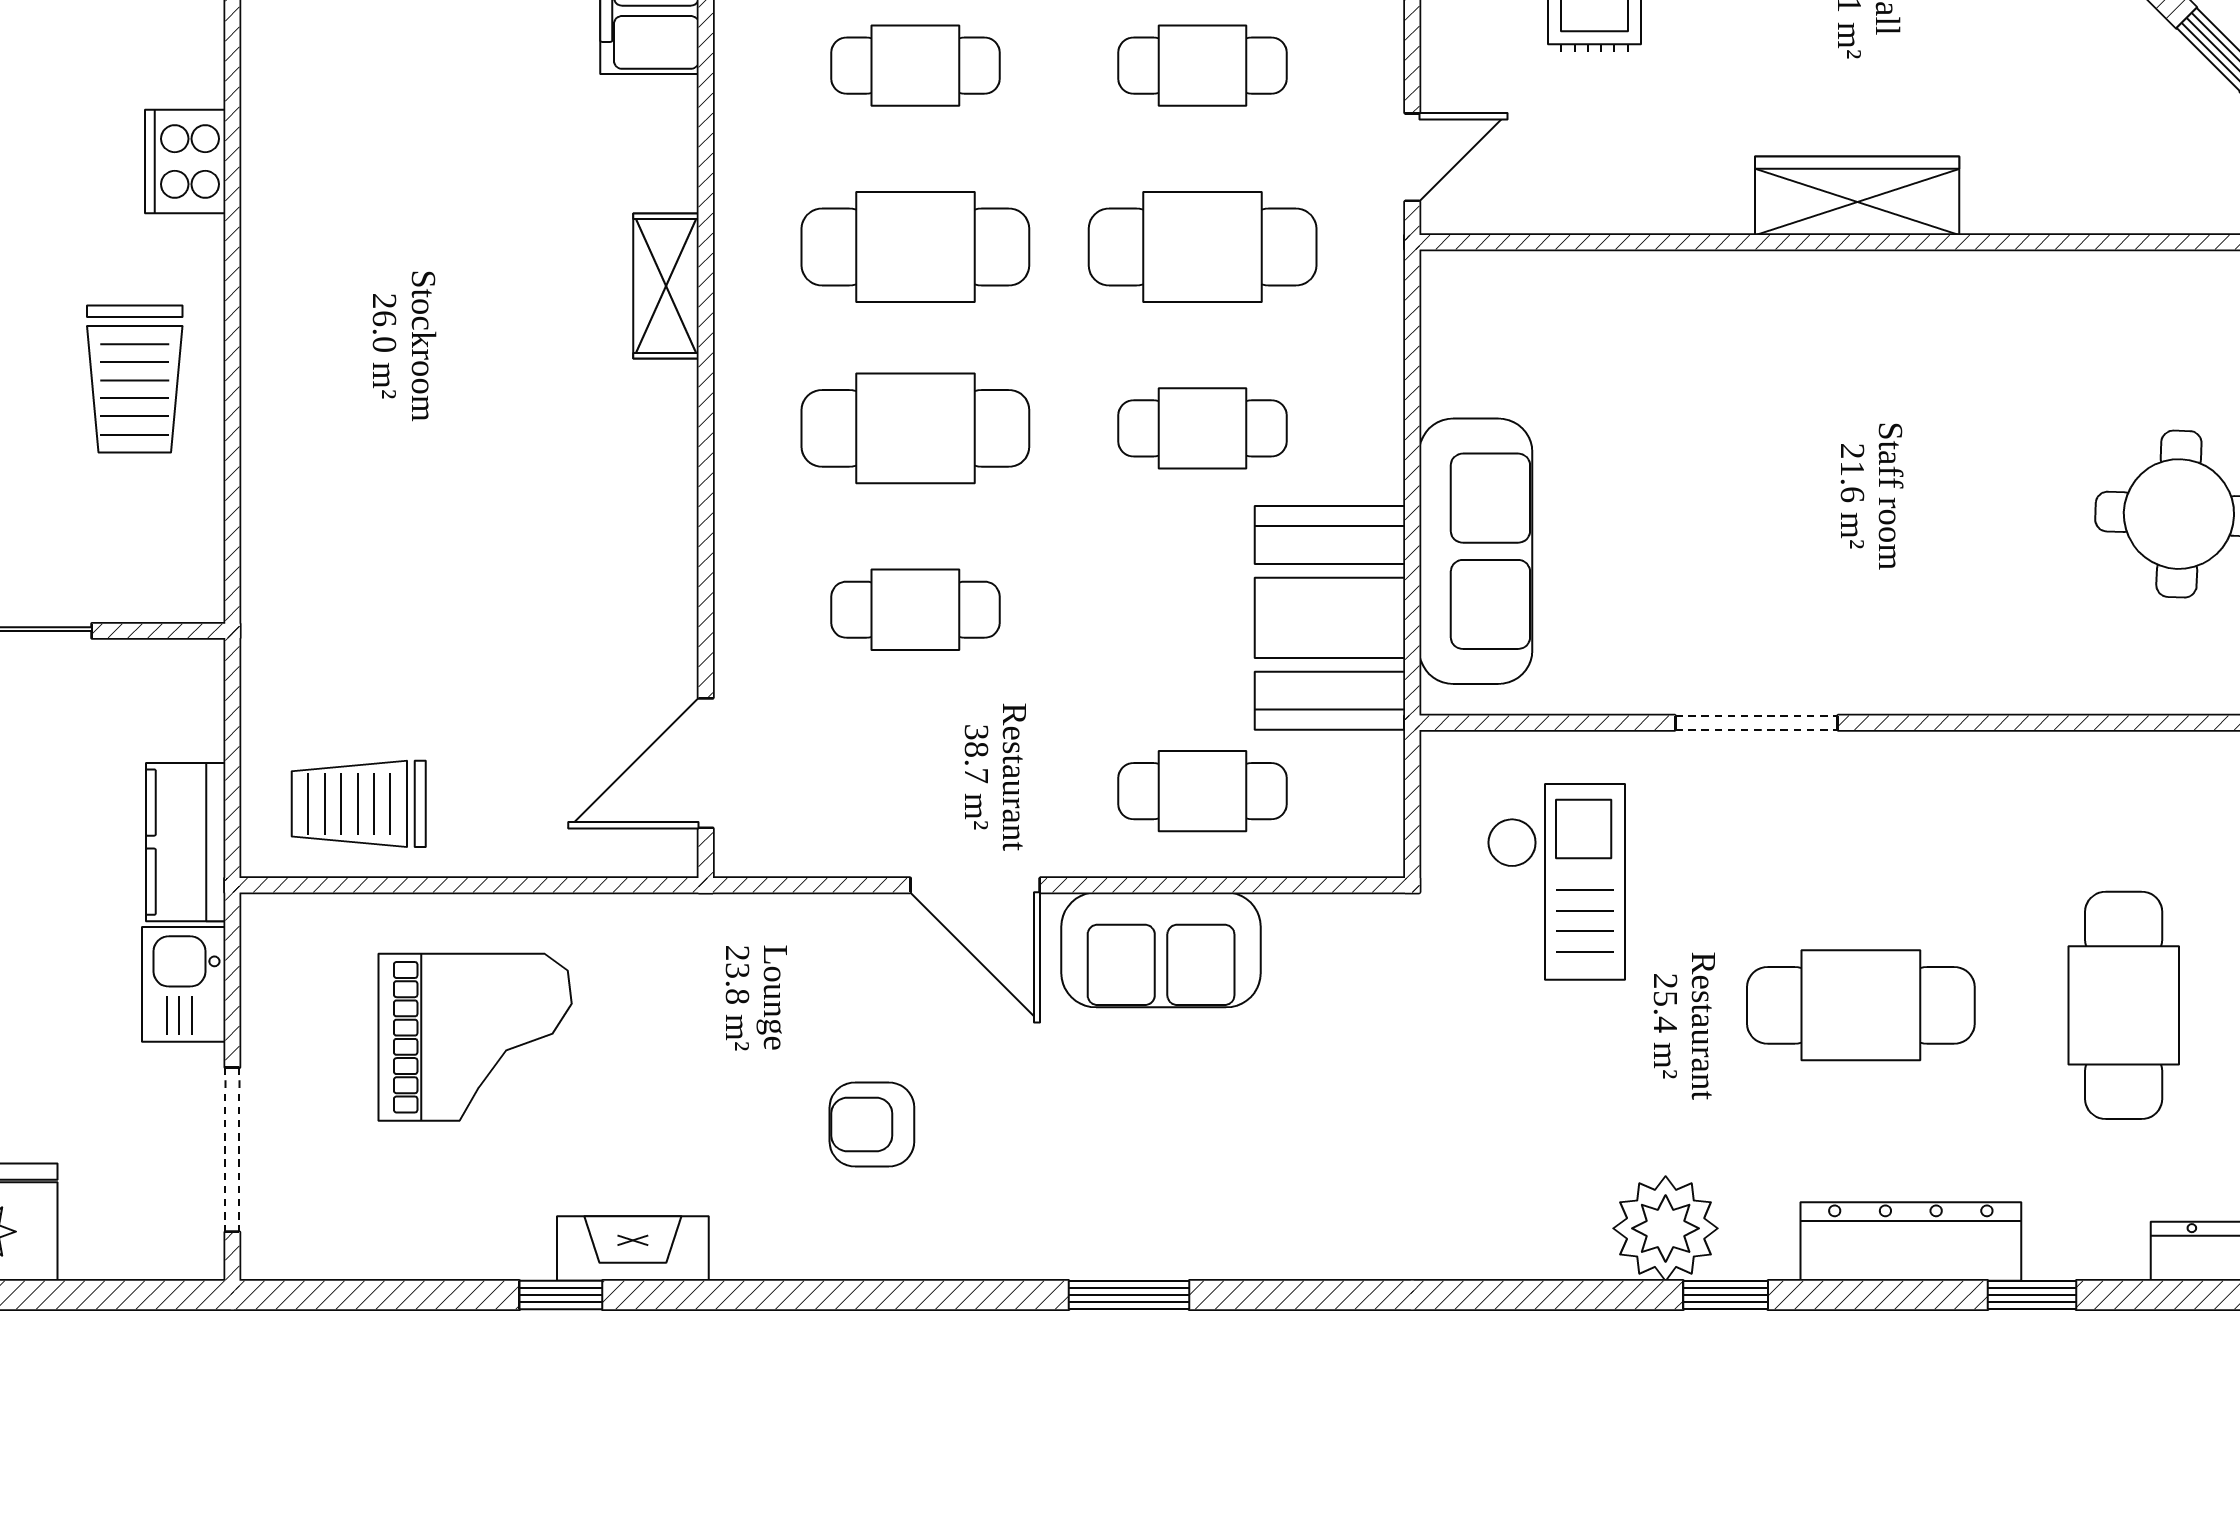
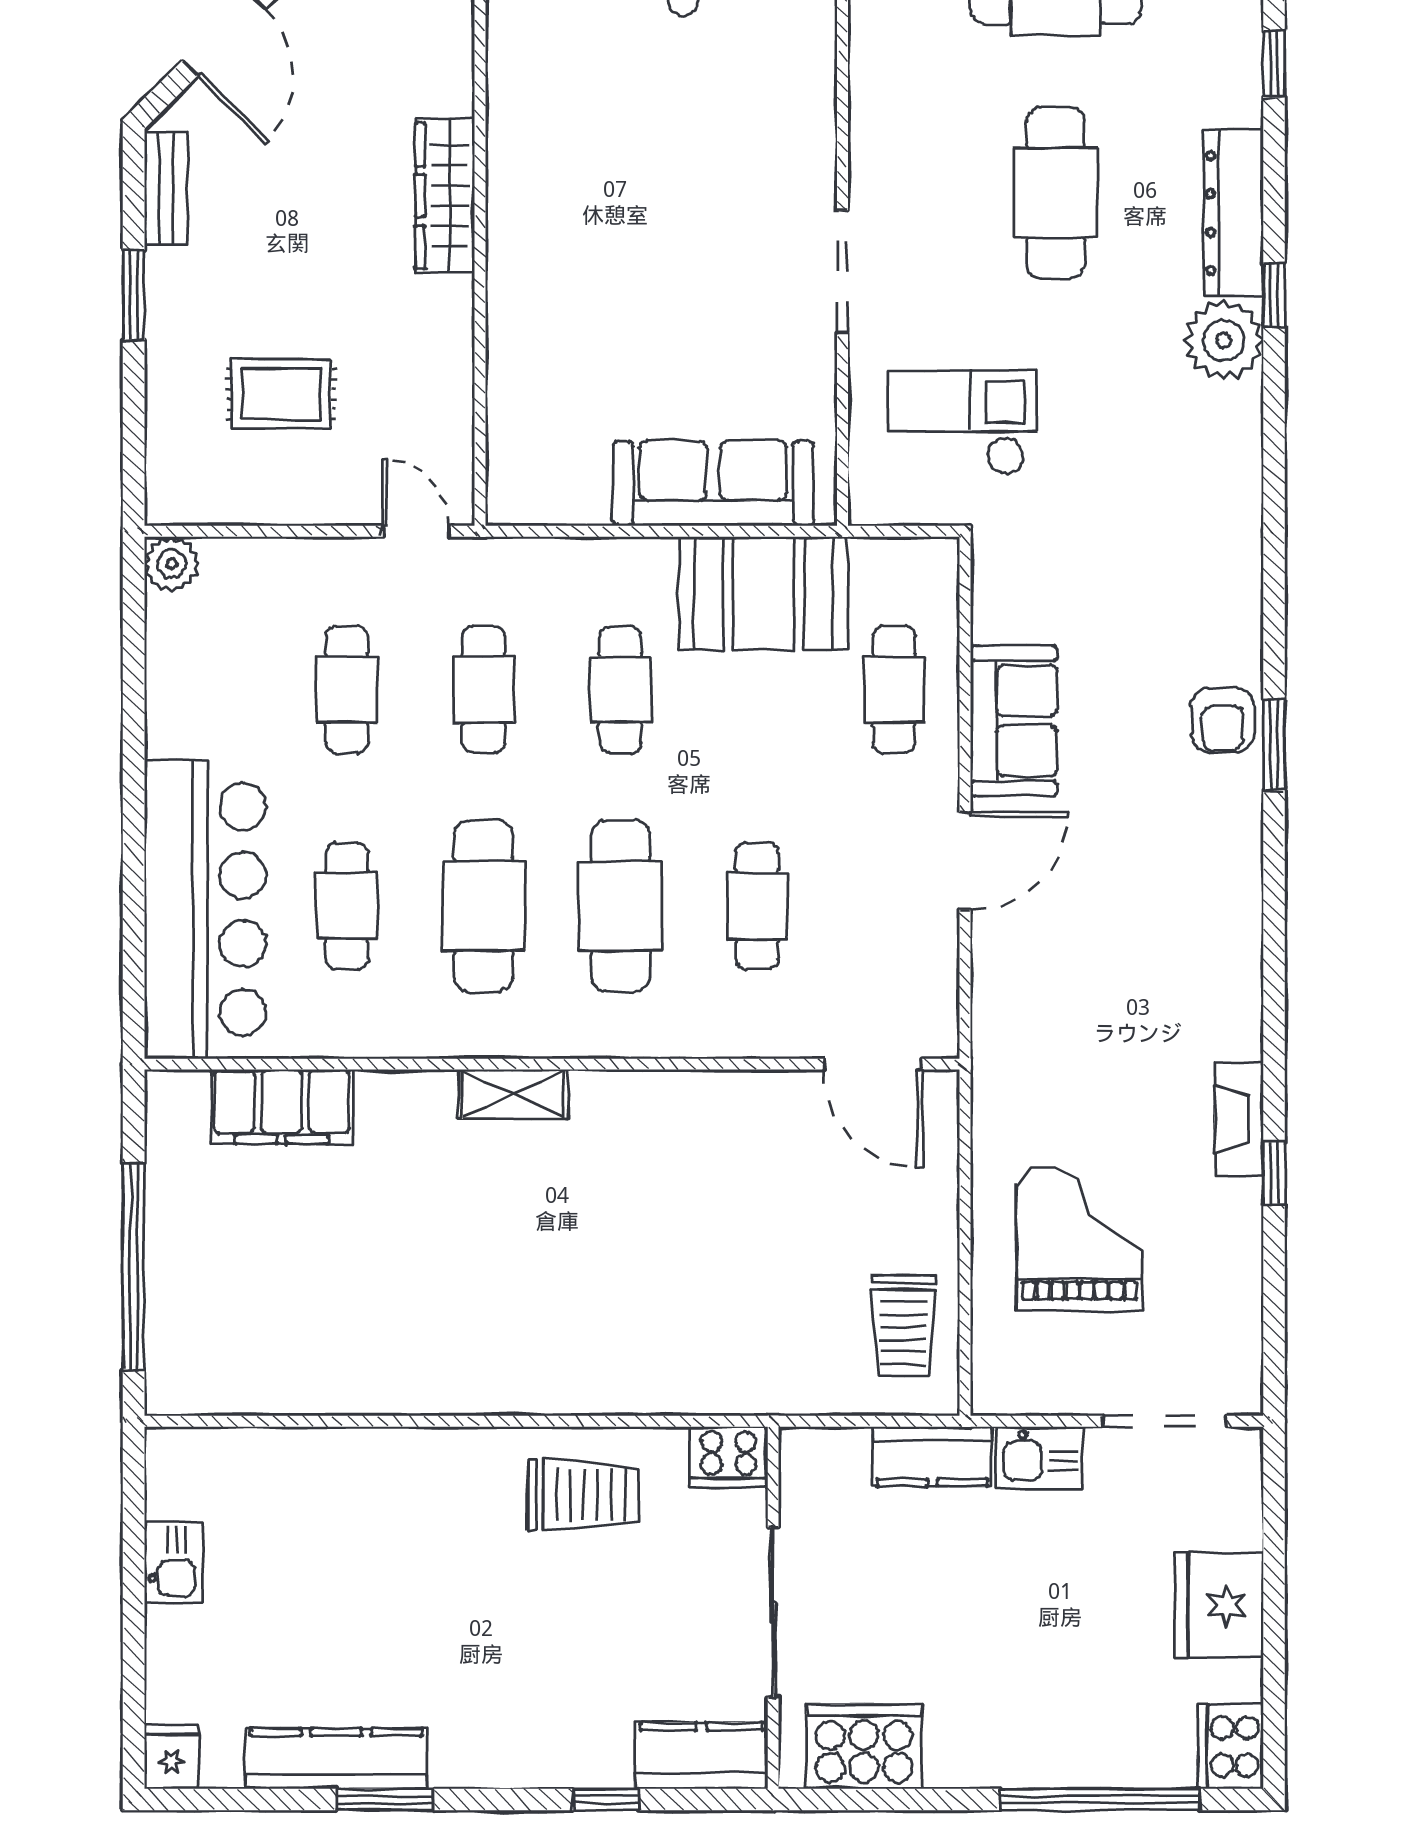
cooker: (185, 162) -> (729, 1457), moved
cafe table: (1203, 247) -> (484, 689), width x0.73, depth x0.74
armchair: (872, 1125) -> (1223, 720), moved
dresser: (1911, 1242) -> (1234, 213), moved

